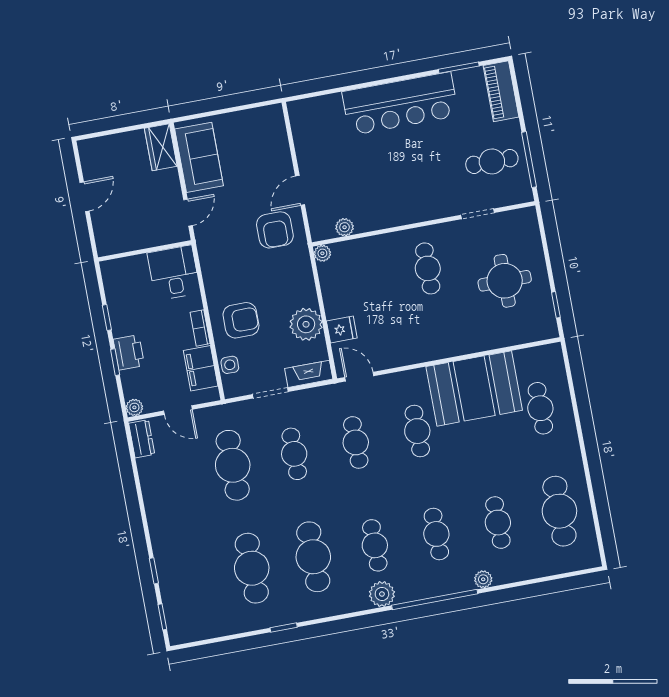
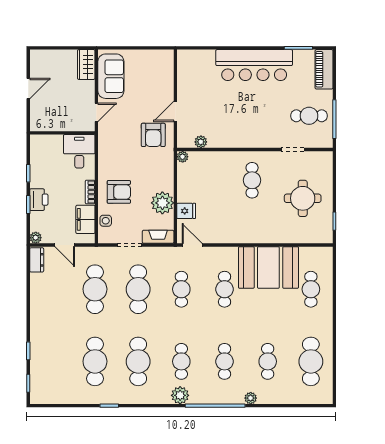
cafe table: (294, 454) -> (138, 289), width x1.37, depth x1.35

